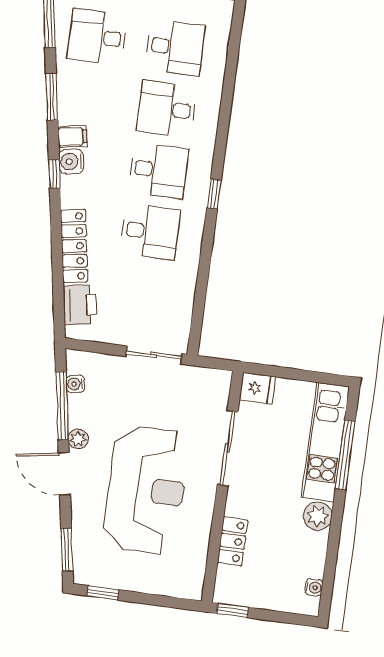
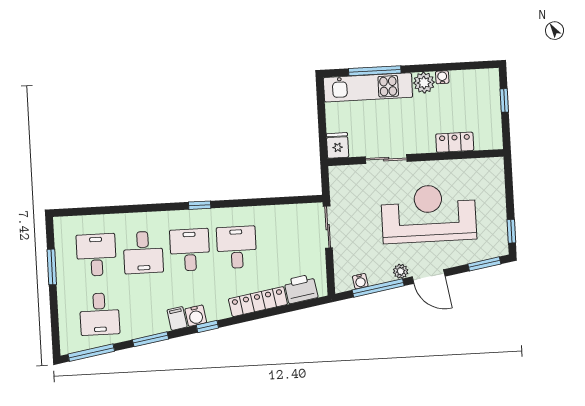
sliding door: (228, 448) -> (386, 159), width x0.73
door: (64, 474) -> (429, 277), hinge flipped
water cooler: (314, 587) -> (442, 77), moved
window: (233, 610) -> (504, 100), moved

